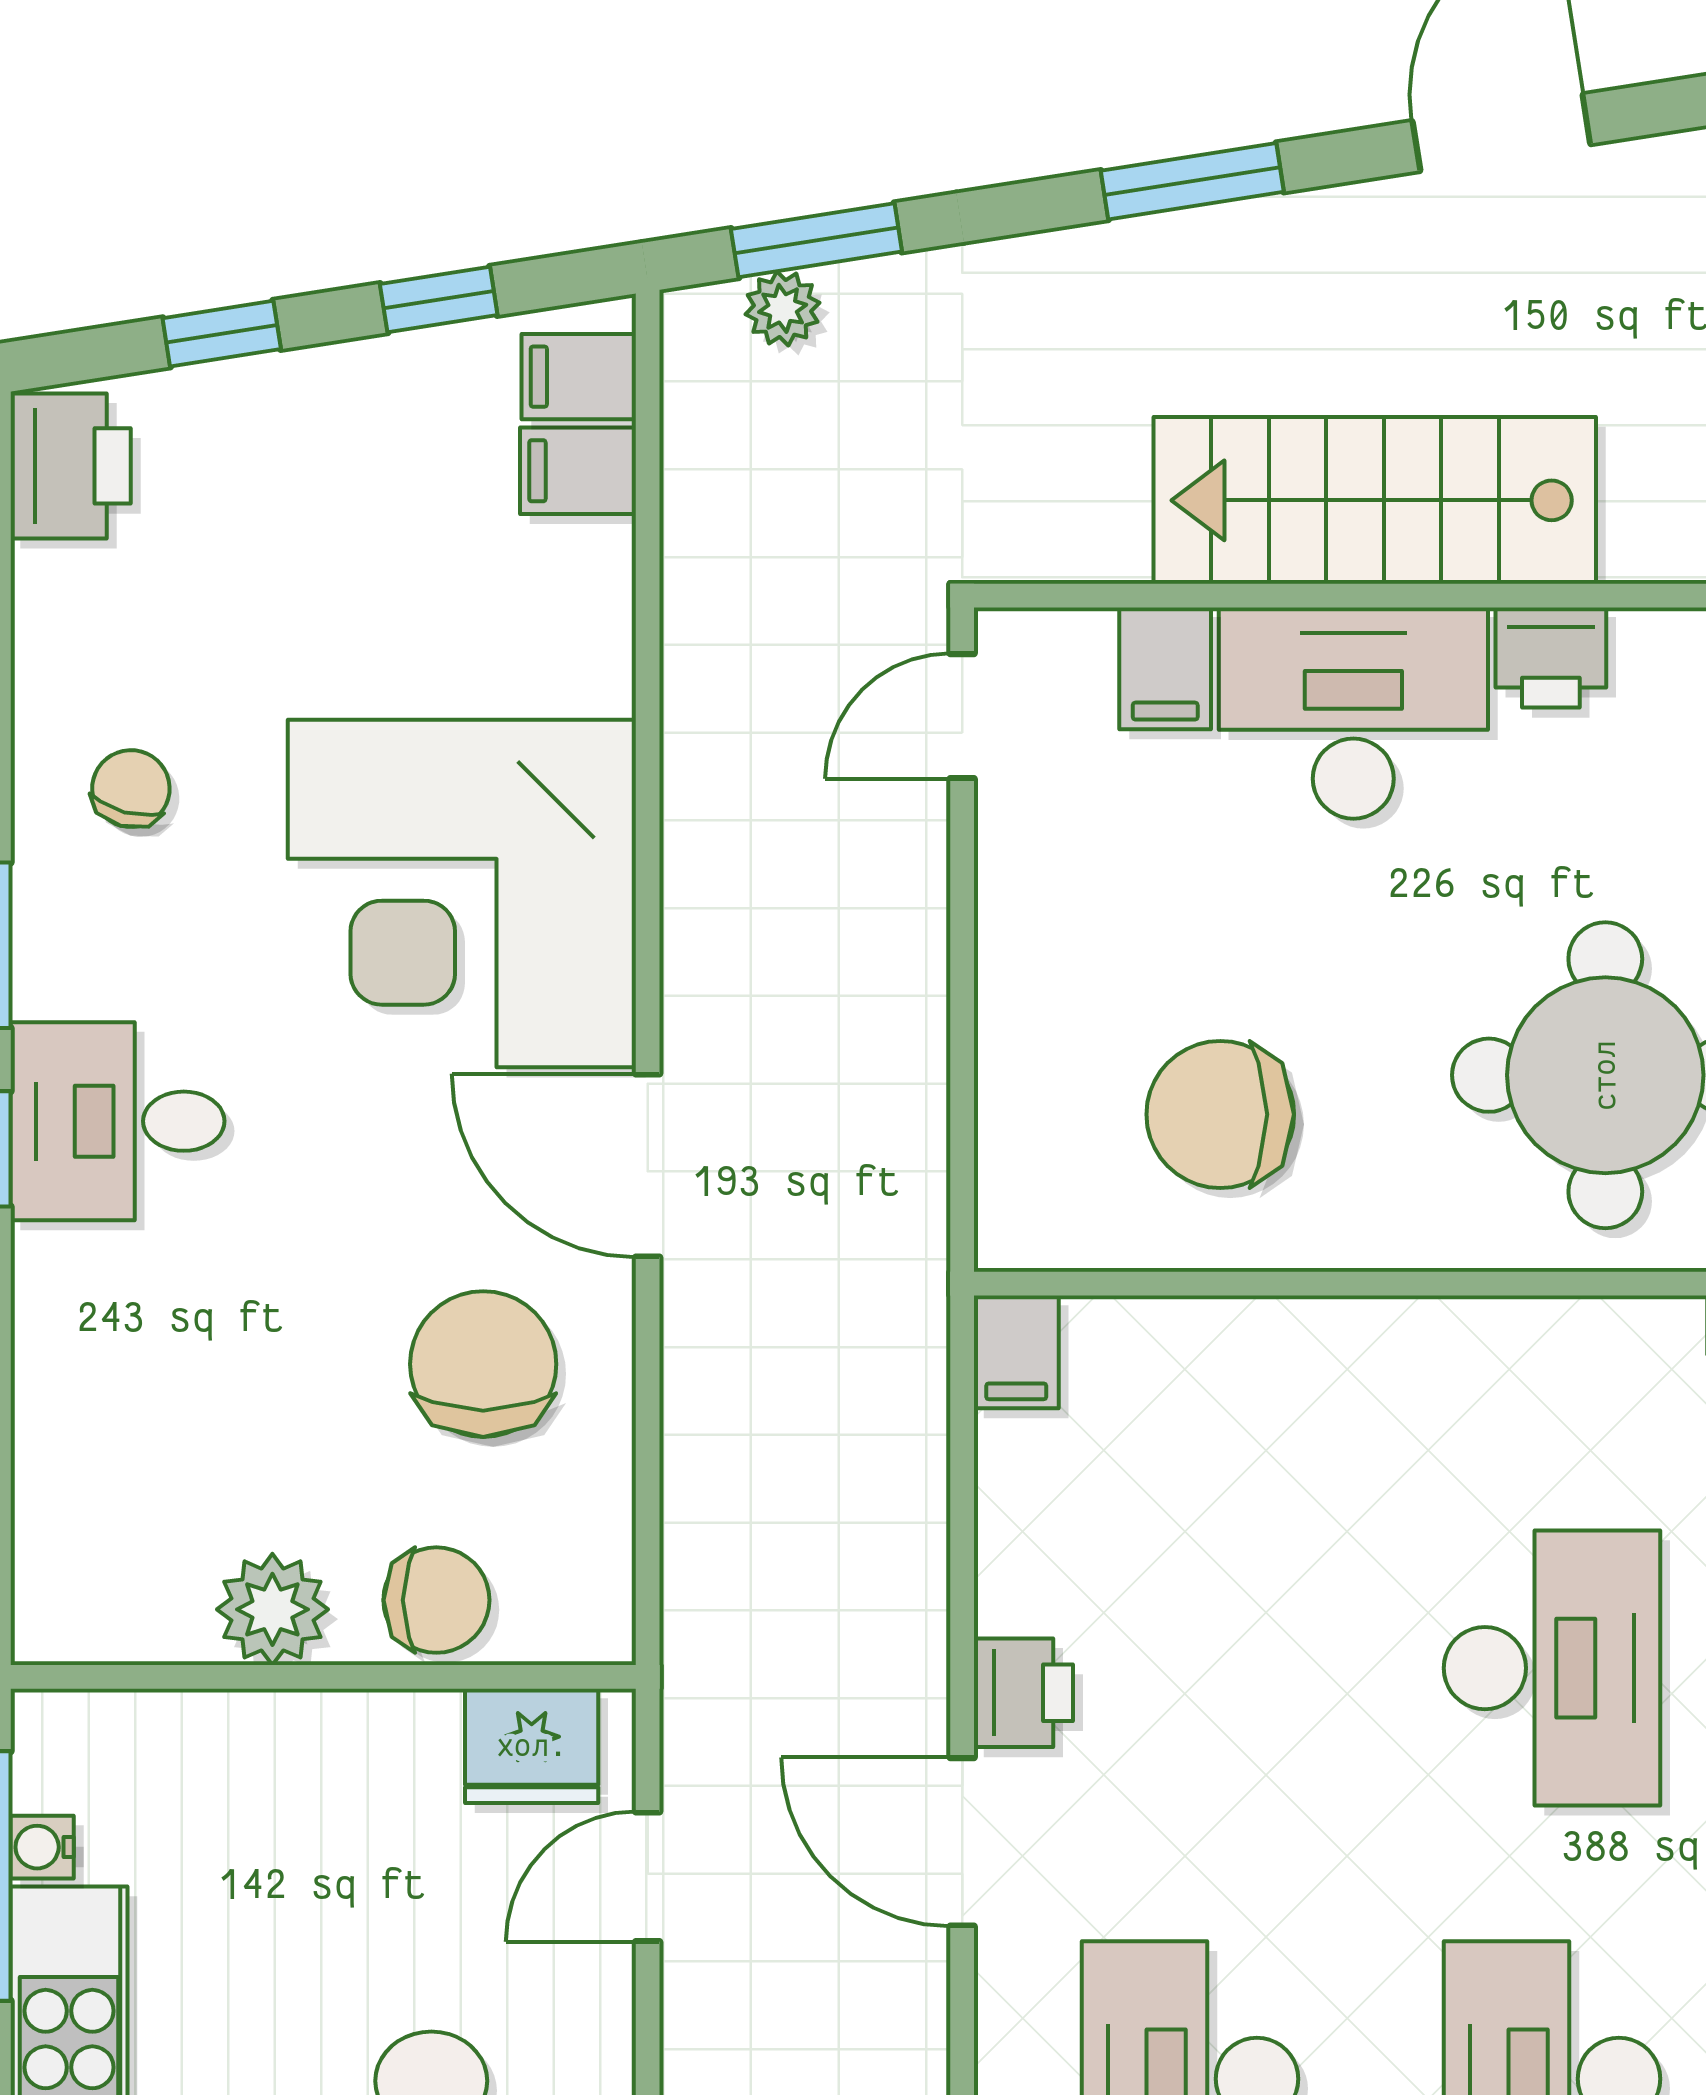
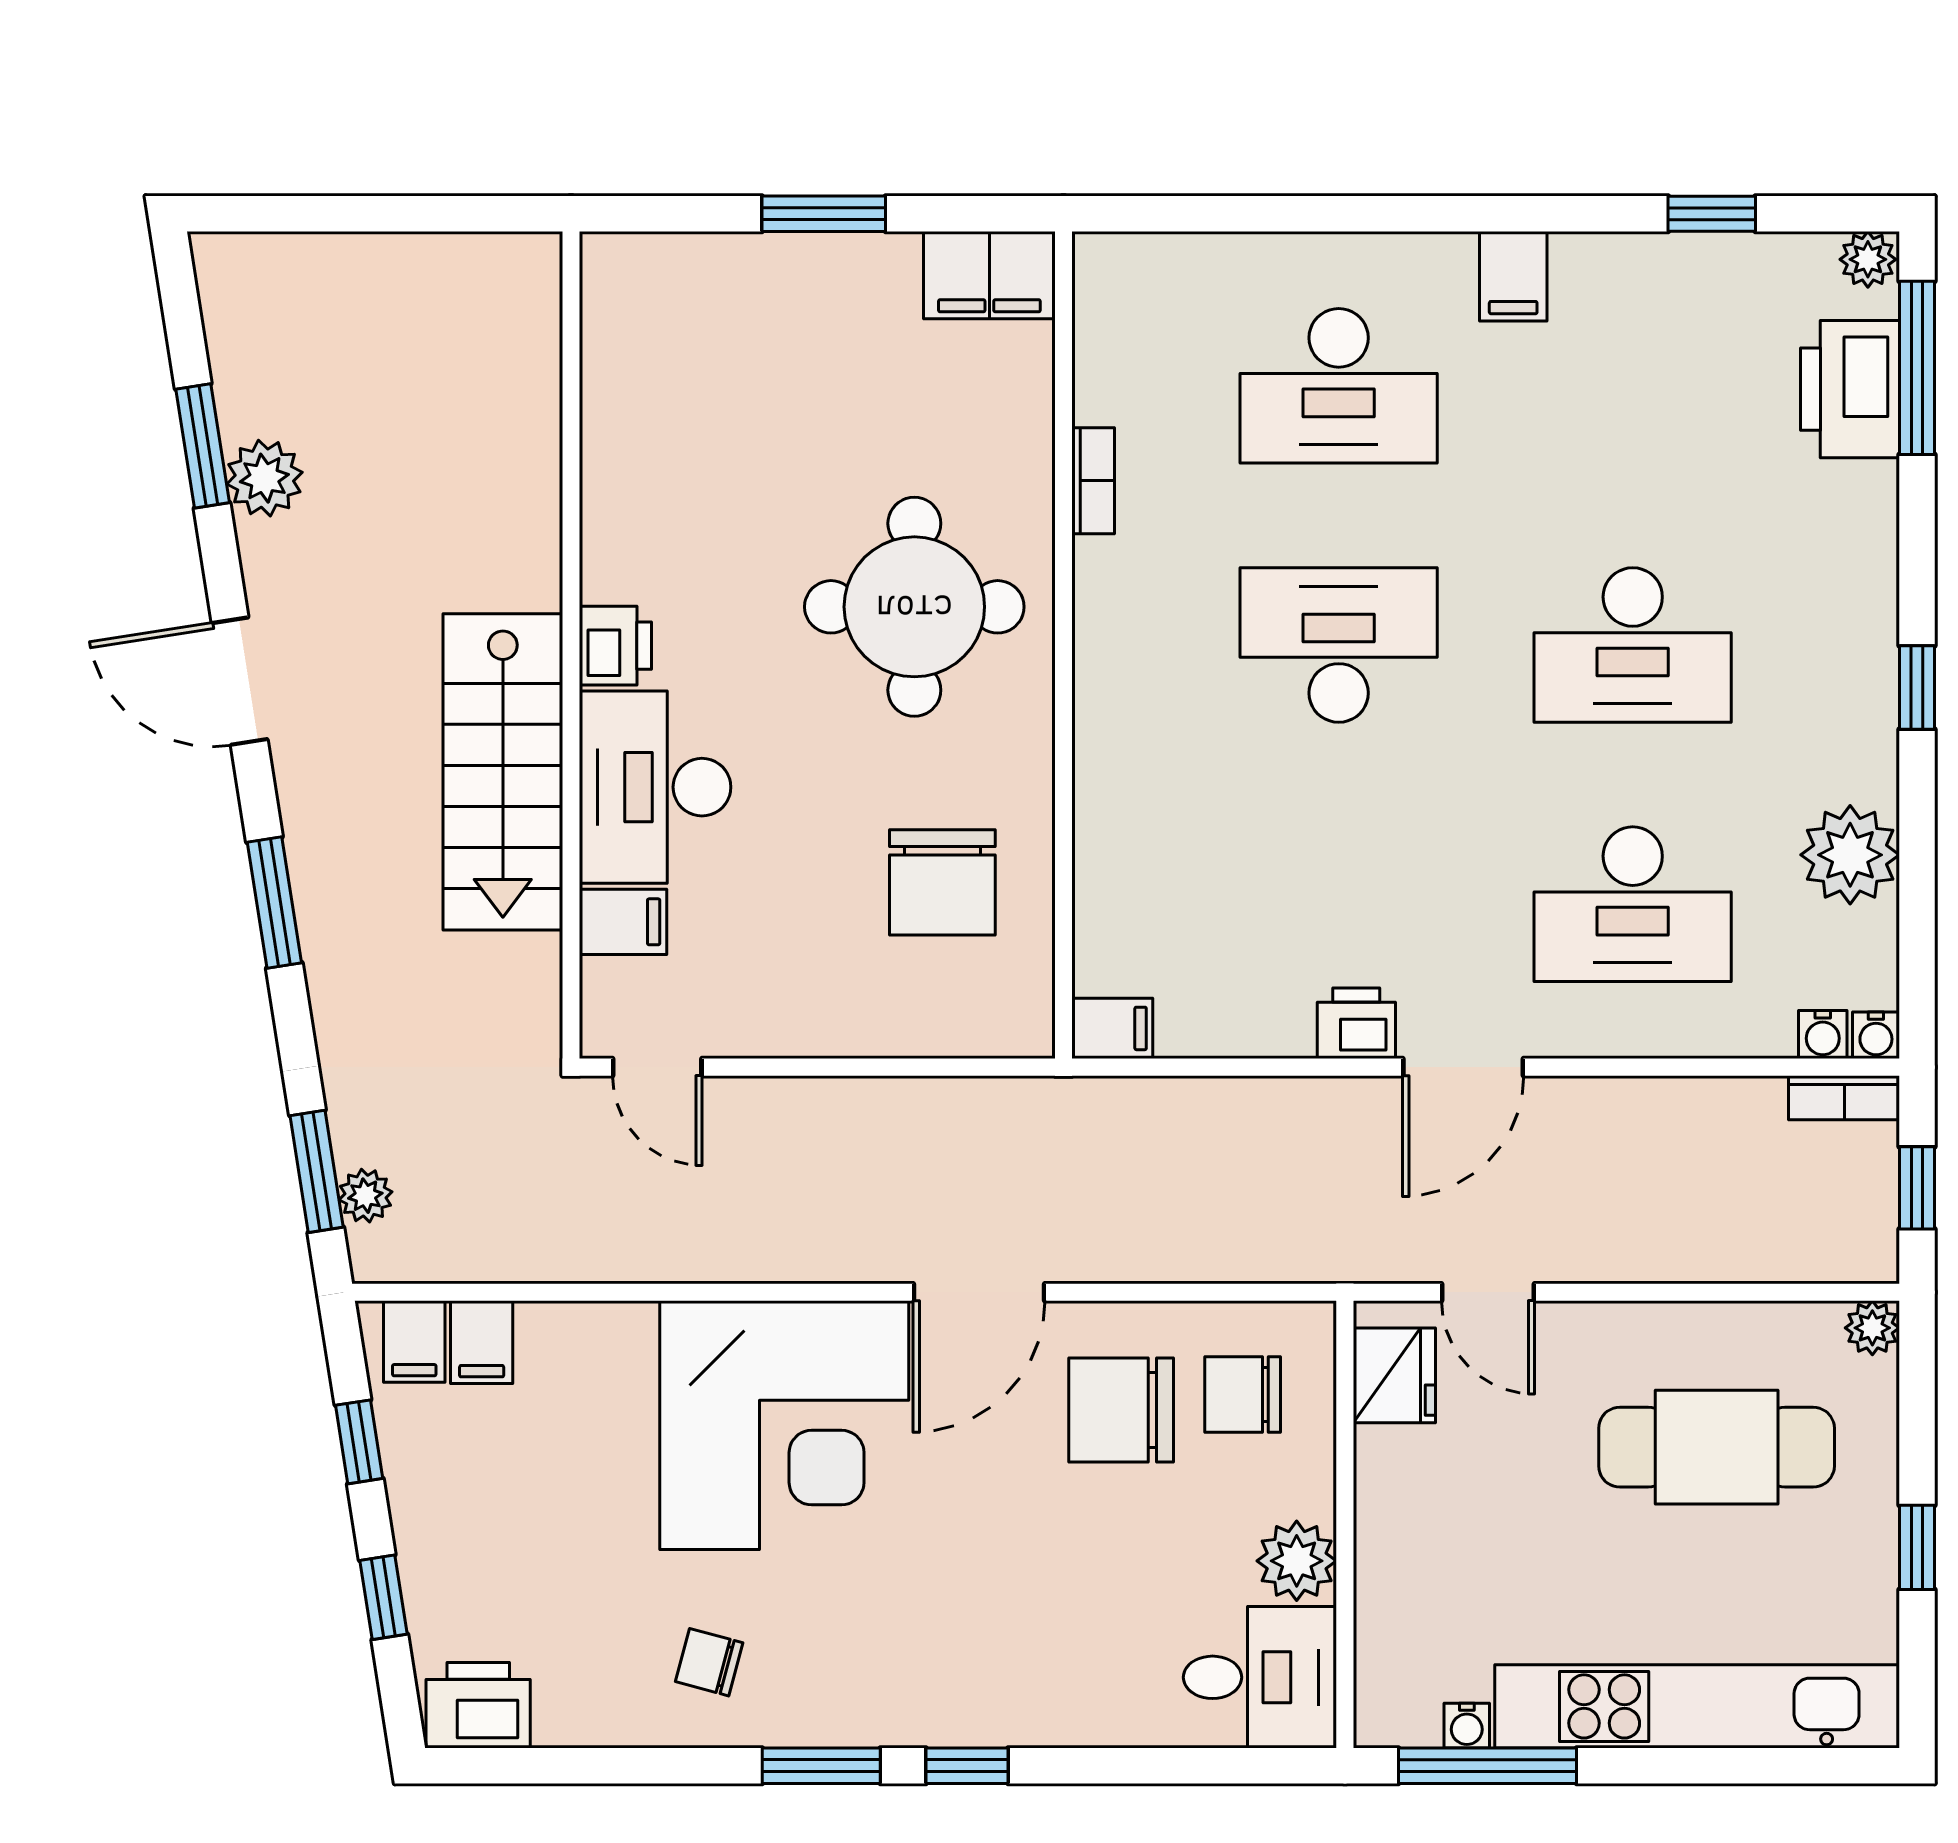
desk: (118, 1121) -> (1260, 1677), moved, turned -90
chair: (436, 1600) -> (1243, 1395), moved, turned -90

